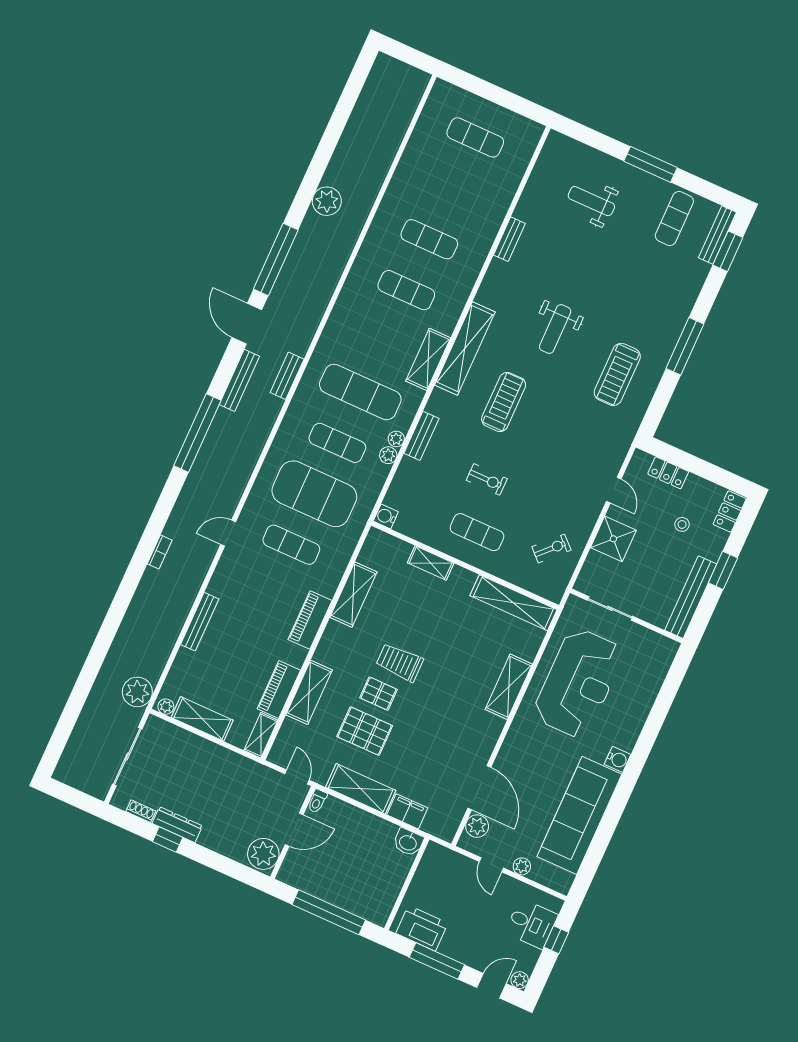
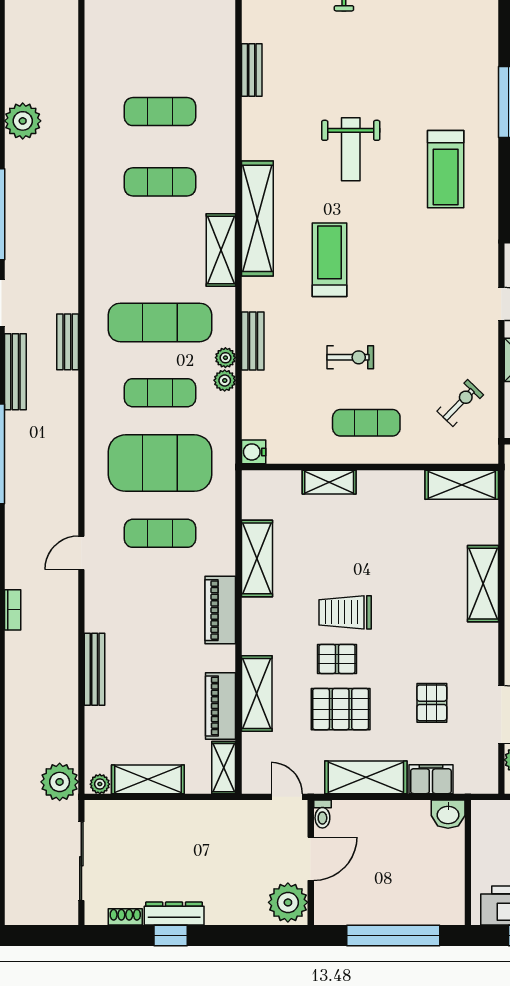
shelving: (513, 603) -> (462, 485), width x0.68
pallet: (433, 756) -> (432, 703), added

